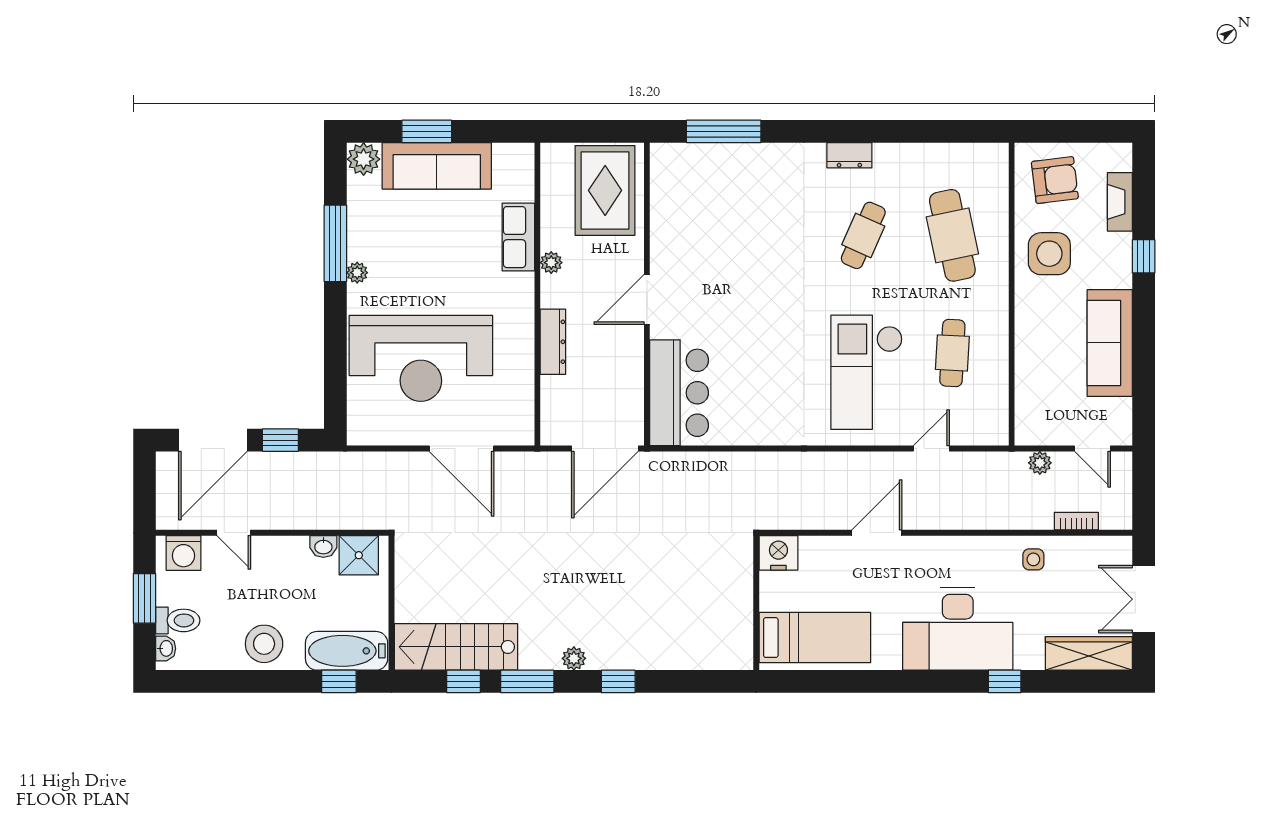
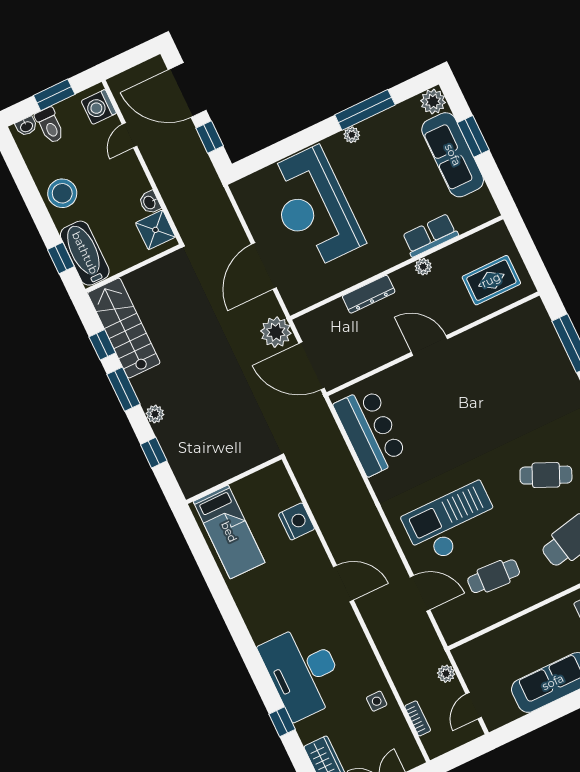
rug: (605, 190) -> (491, 280), width x0.73, depth x0.70
bar counter: (679, 393) -> (370, 431), moved, turned -90
door: (931, 449) -> (420, 593), width x1.38
plant: (545, 471) -> (276, 332), added
wall: (756, 603) -> (234, 480), moved
bed: (815, 638) -> (229, 532), moved

